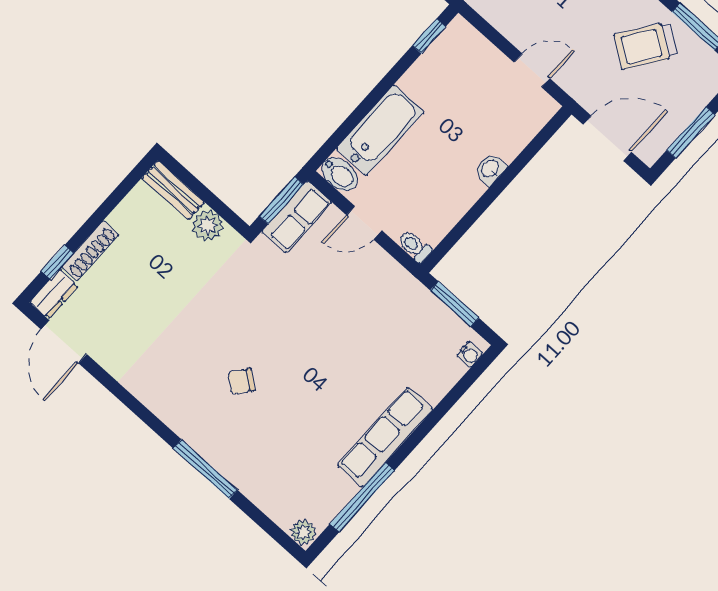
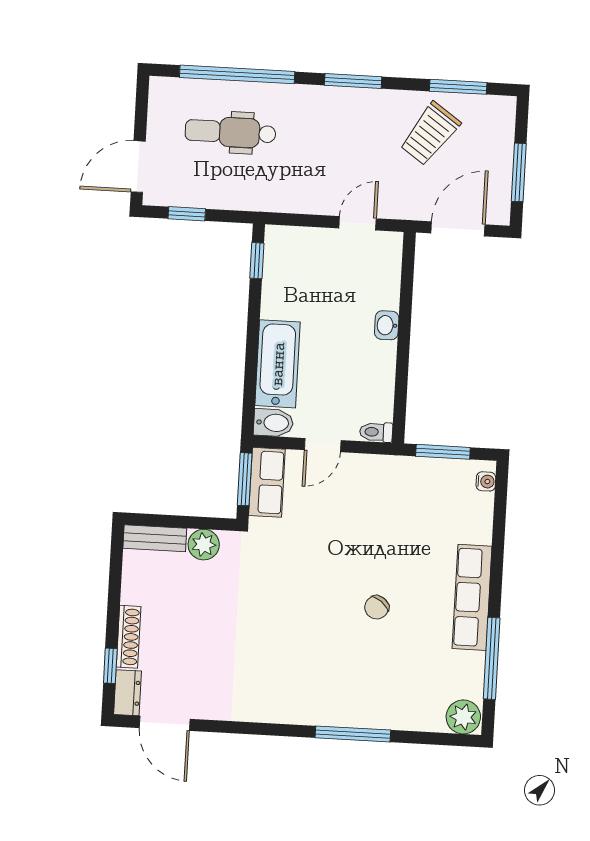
chair: (241, 381) -> (377, 607), moved
plant: (303, 532) -> (463, 717), width x1.38, depth x1.38

